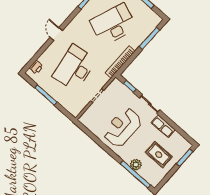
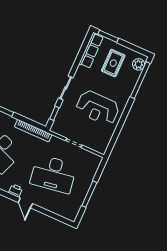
door: (56, 34) -> (25, 203), hinge flipped
printer: (36, 67) -> (16, 191), moved
row of seats: (163, 126) -> (91, 50), moved, width x1.48
plant: (136, 165) -> (139, 64), moved

